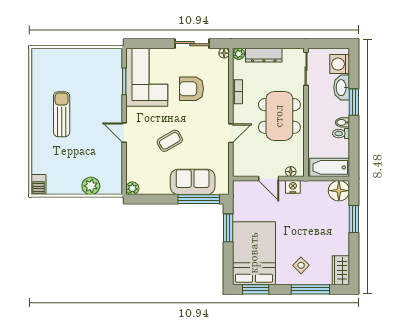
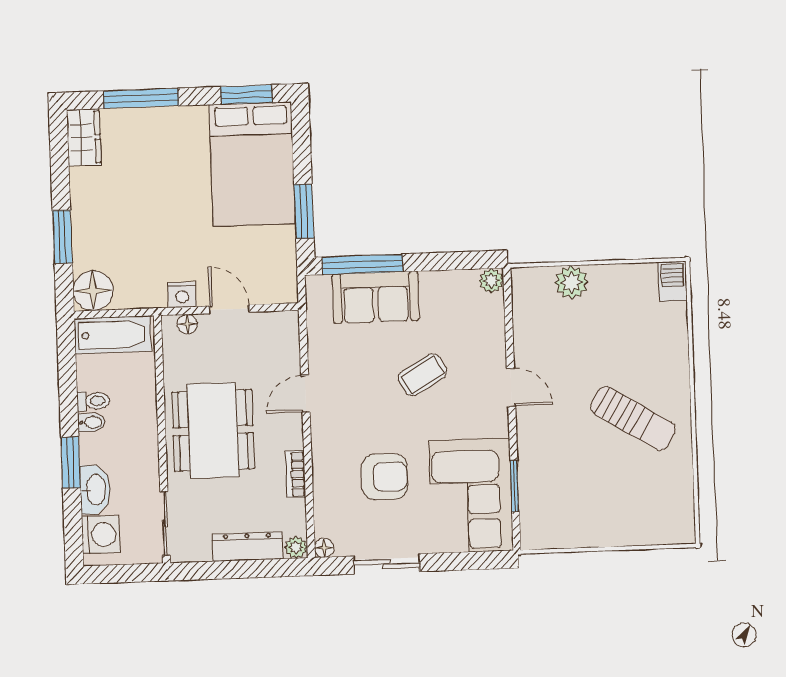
sun lounger: (62, 114) -> (633, 418), turned -58
side table: (301, 265) -> (161, 144), removed

